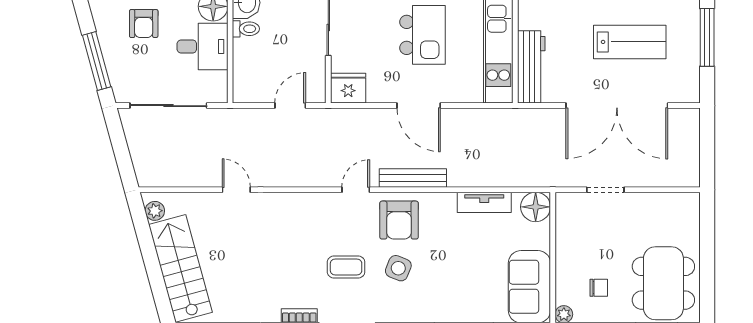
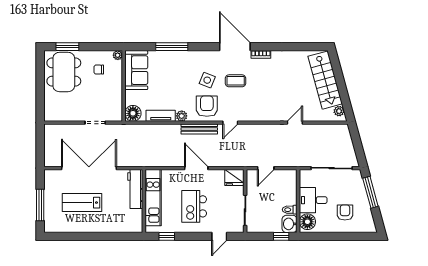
door: (236, 190) -> (295, 123), swing flipped
plant: (446, 202) -> (182, 116), added

